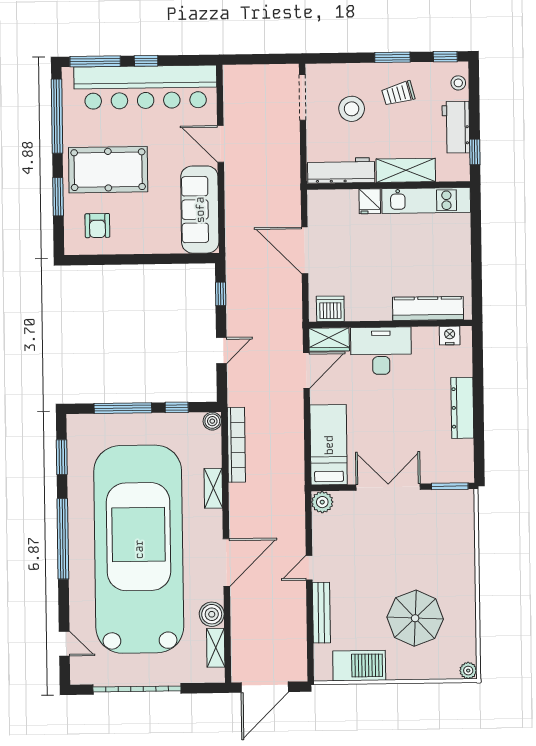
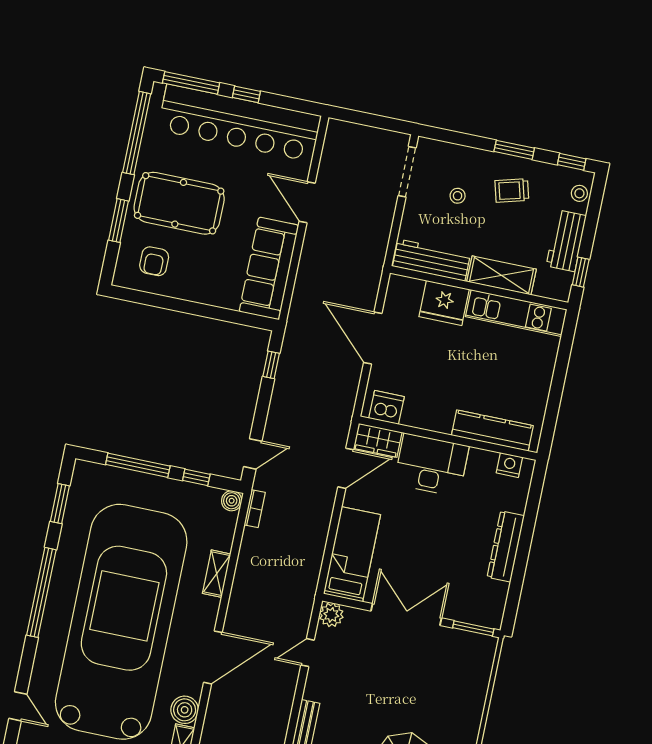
stool: (352, 109) -> (458, 196), width x0.53, depth x0.53
fridge: (370, 201) -> (444, 303), width x1.88, depth x1.34
door: (221, 351) -> (253, 454), moved
bookcase: (236, 445) -> (255, 509), width x0.43, depth x0.76
door: (309, 568) -> (308, 653), moved

